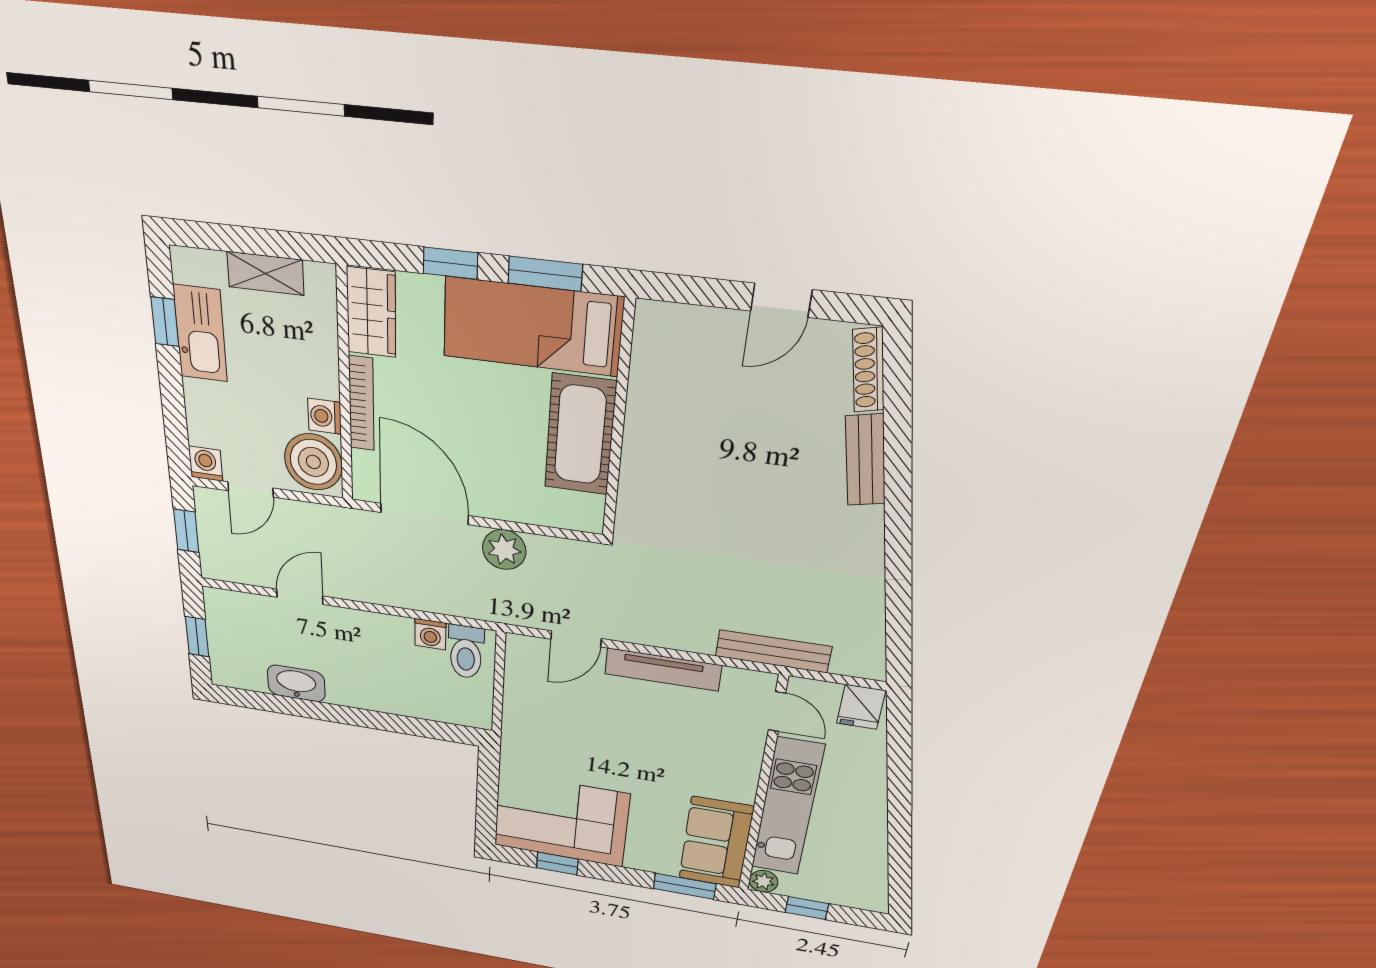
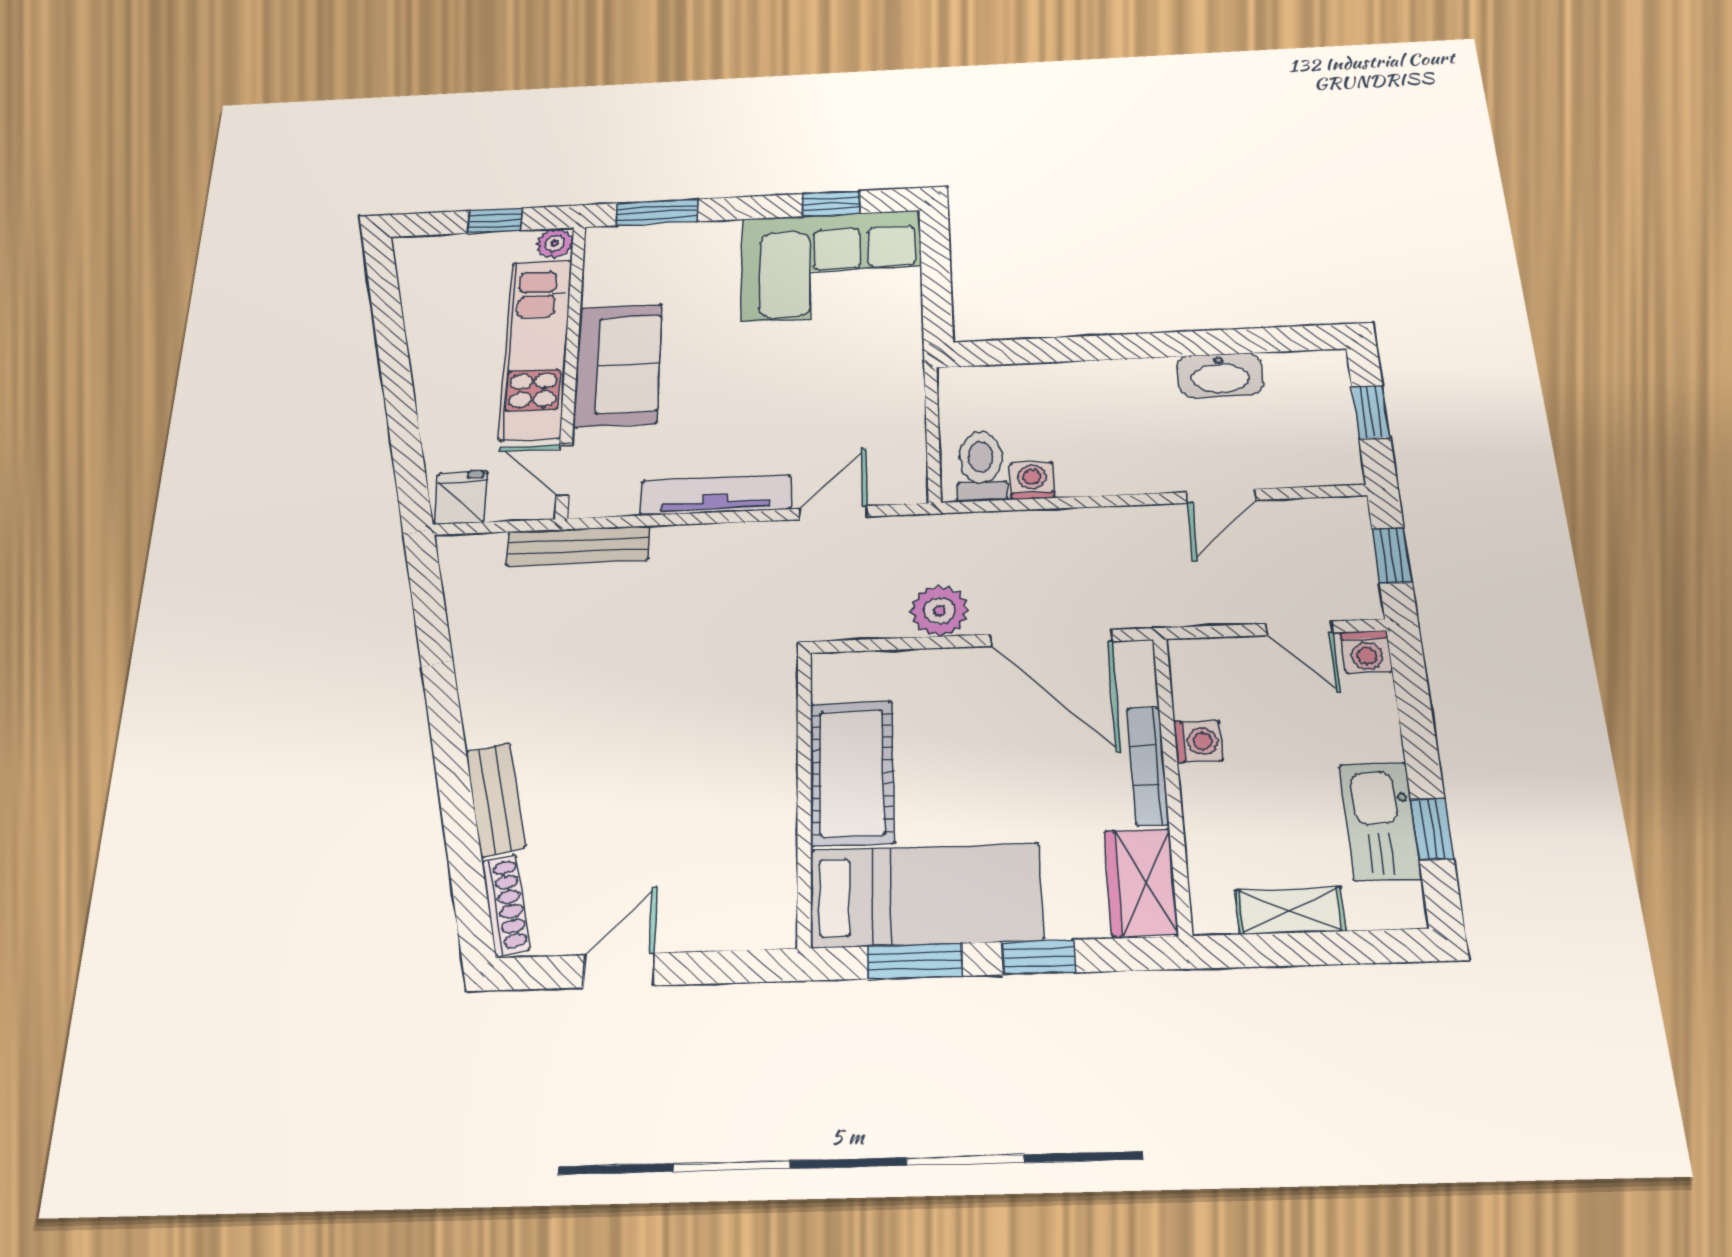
boiler: (313, 462) -> (1211, 679), removed
door: (251, 489) -> (1299, 628), swing flipped
sofa: (716, 843) -> (618, 365), moved

